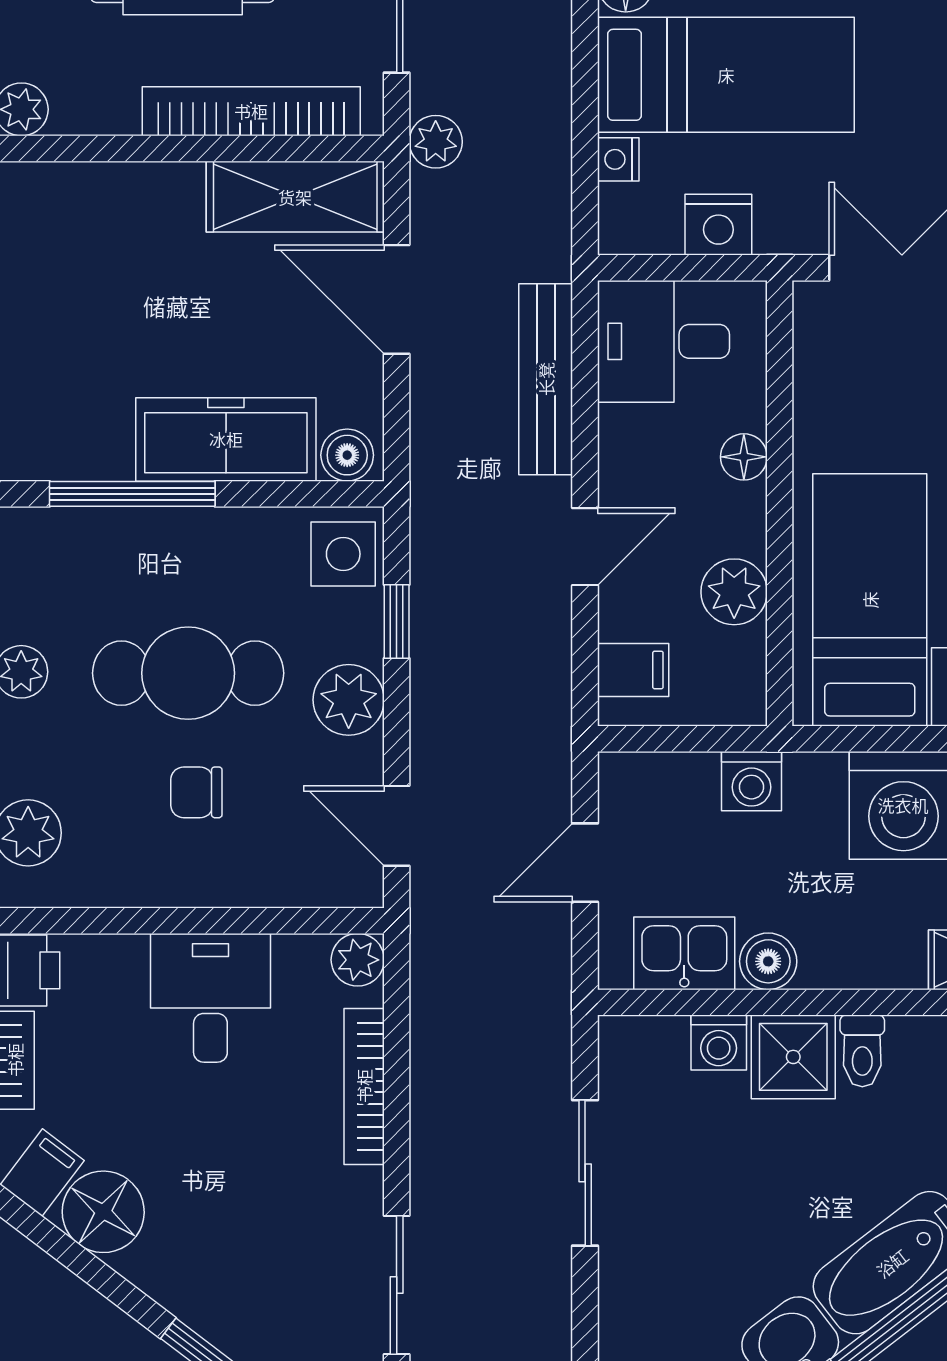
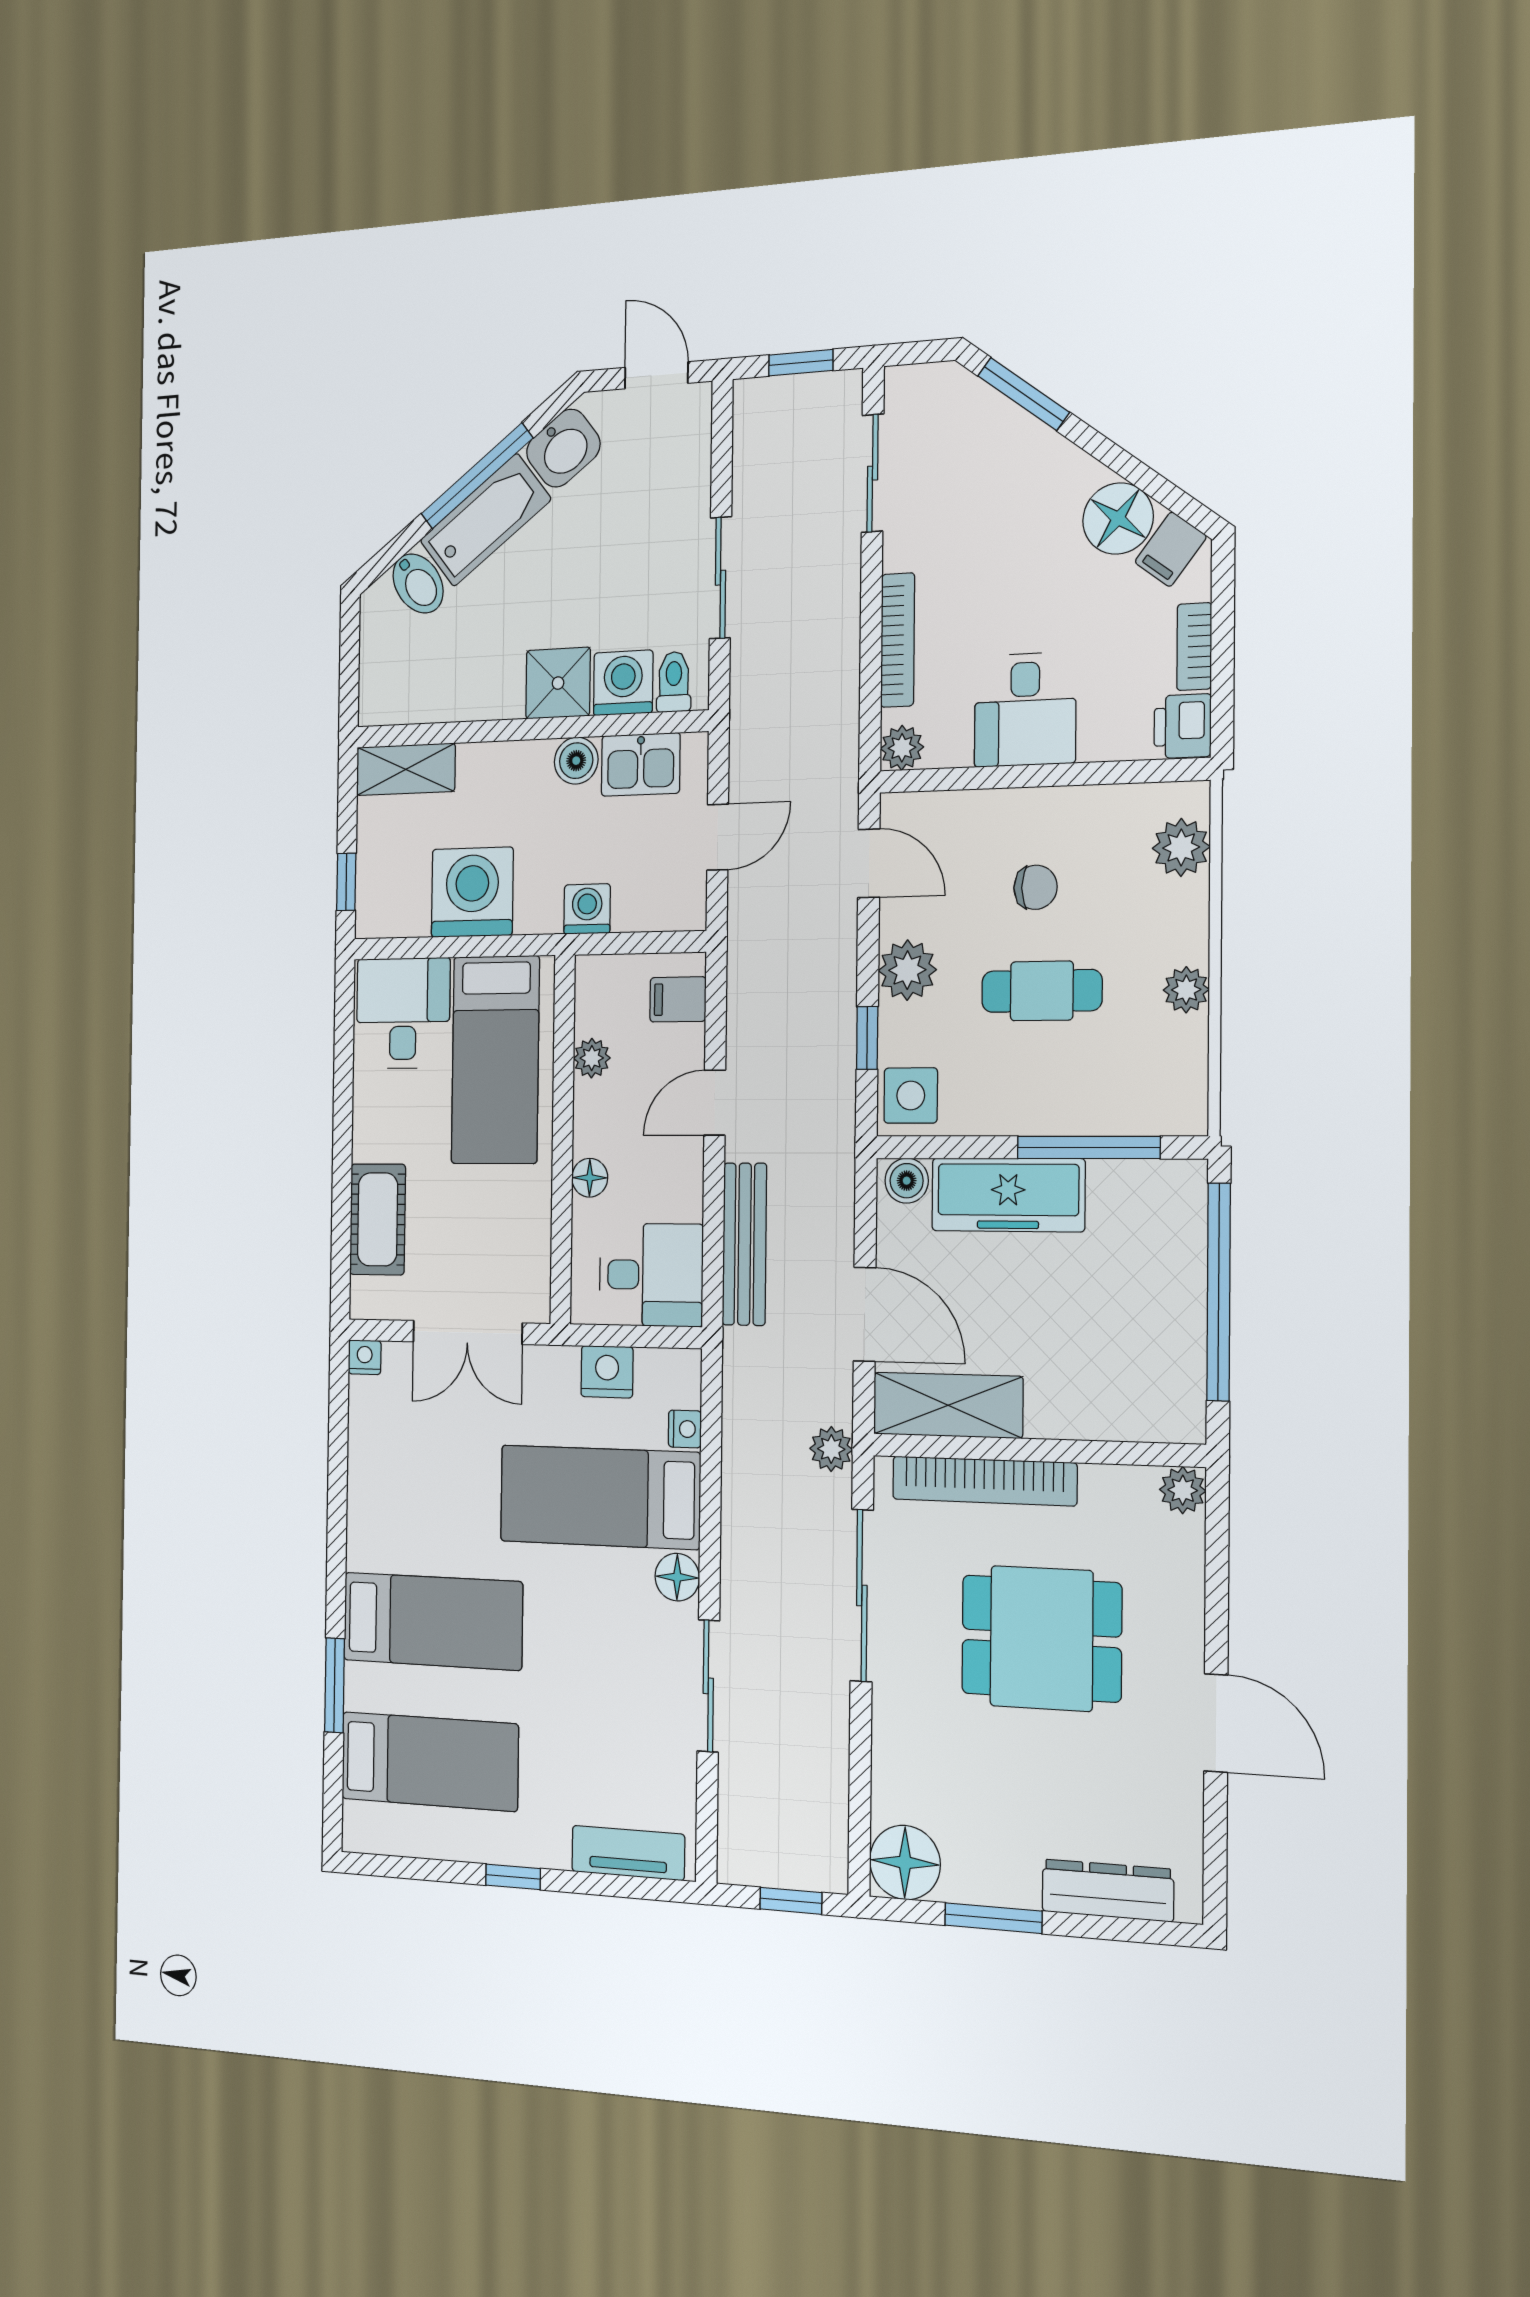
plant: (734, 592) -> (592, 1058), width x0.73, depth x0.73
cafe table: (188, 673) -> (1042, 991), width x0.73, depth x0.74
washing machine: (719, 1043) -> (623, 683), width x1.38, depth x1.38
toilet: (862, 1051) -> (674, 682), moved

